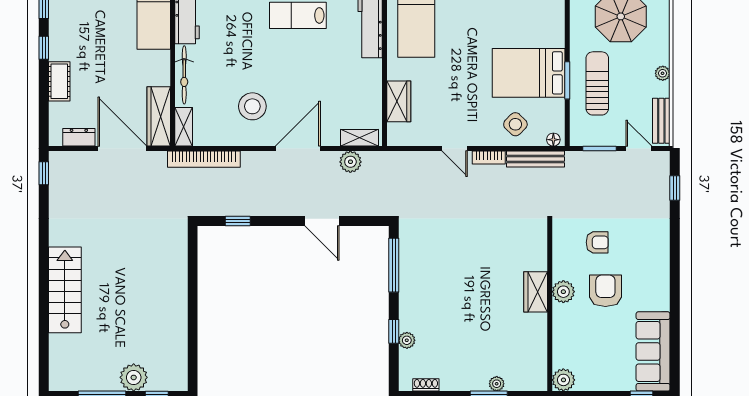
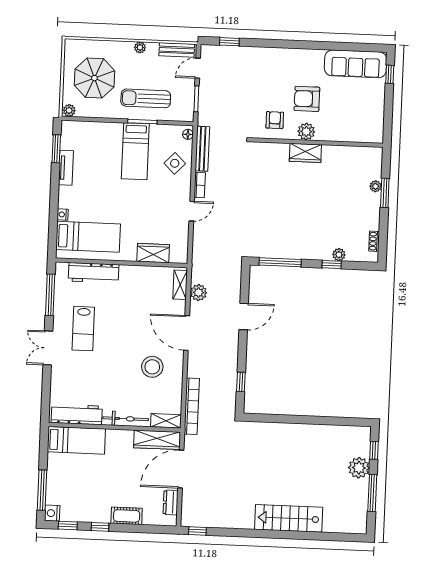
bed: (529, 73) -> (135, 151), width x0.67
armchair: (597, 242) -> (275, 120), moved
plant: (563, 380) -> (375, 134), removed

